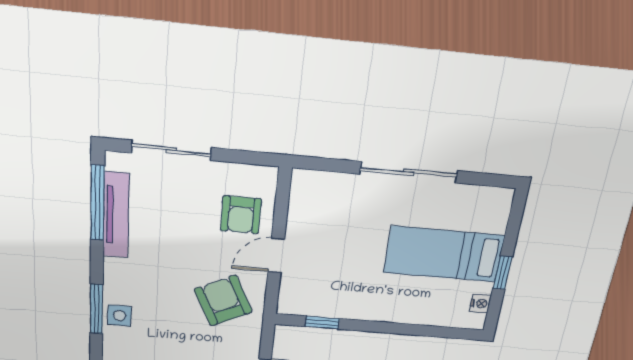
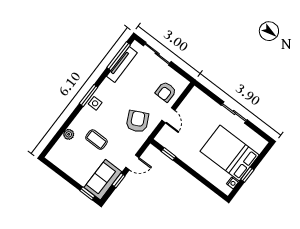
sliding door: (409, 172) -> (234, 112), width x0.73
bed: (444, 254) -> (230, 153), width x1.50
door: (276, 255) -> (168, 115), swing flipped

